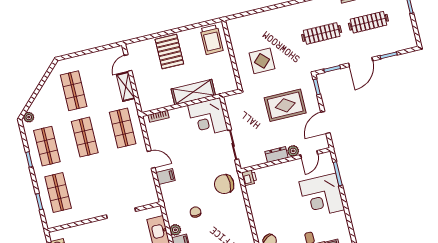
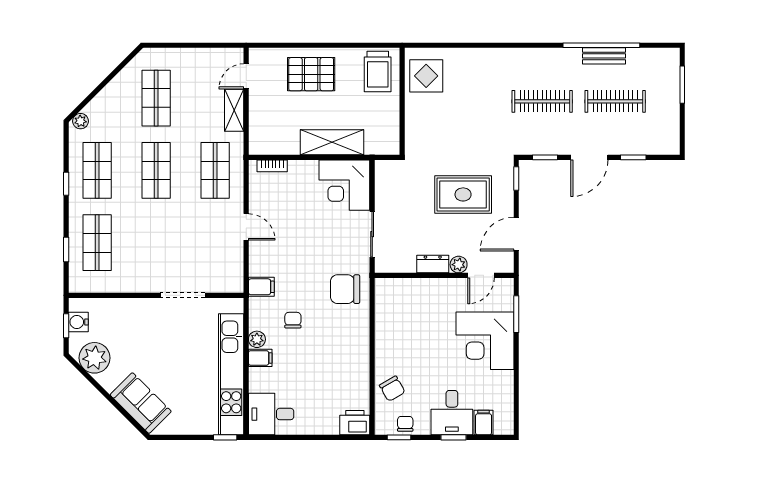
pallet: (169, 52) -> (311, 74), turned 90
display table: (262, 61) -> (426, 76), moved
filing cabinet: (166, 177) -> (261, 287), moved
printer: (249, 178) -> (384, 288), removed

